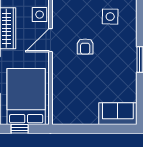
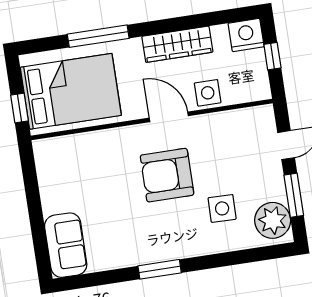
armchair: (85, 46) -> (167, 175), width x1.88, depth x1.88
window: (20, 129) -> (20, 108), moved

